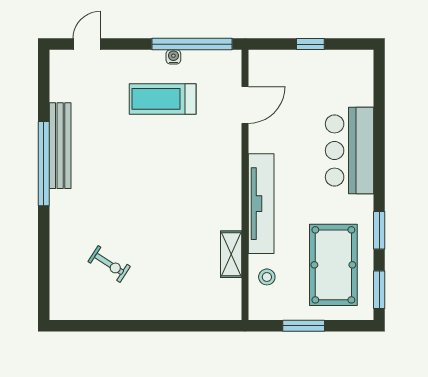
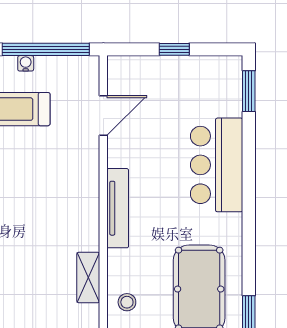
tv unit: (261, 204) -> (118, 208), width x0.73, depth x0.78
window: (379, 230) -> (249, 91), moved

